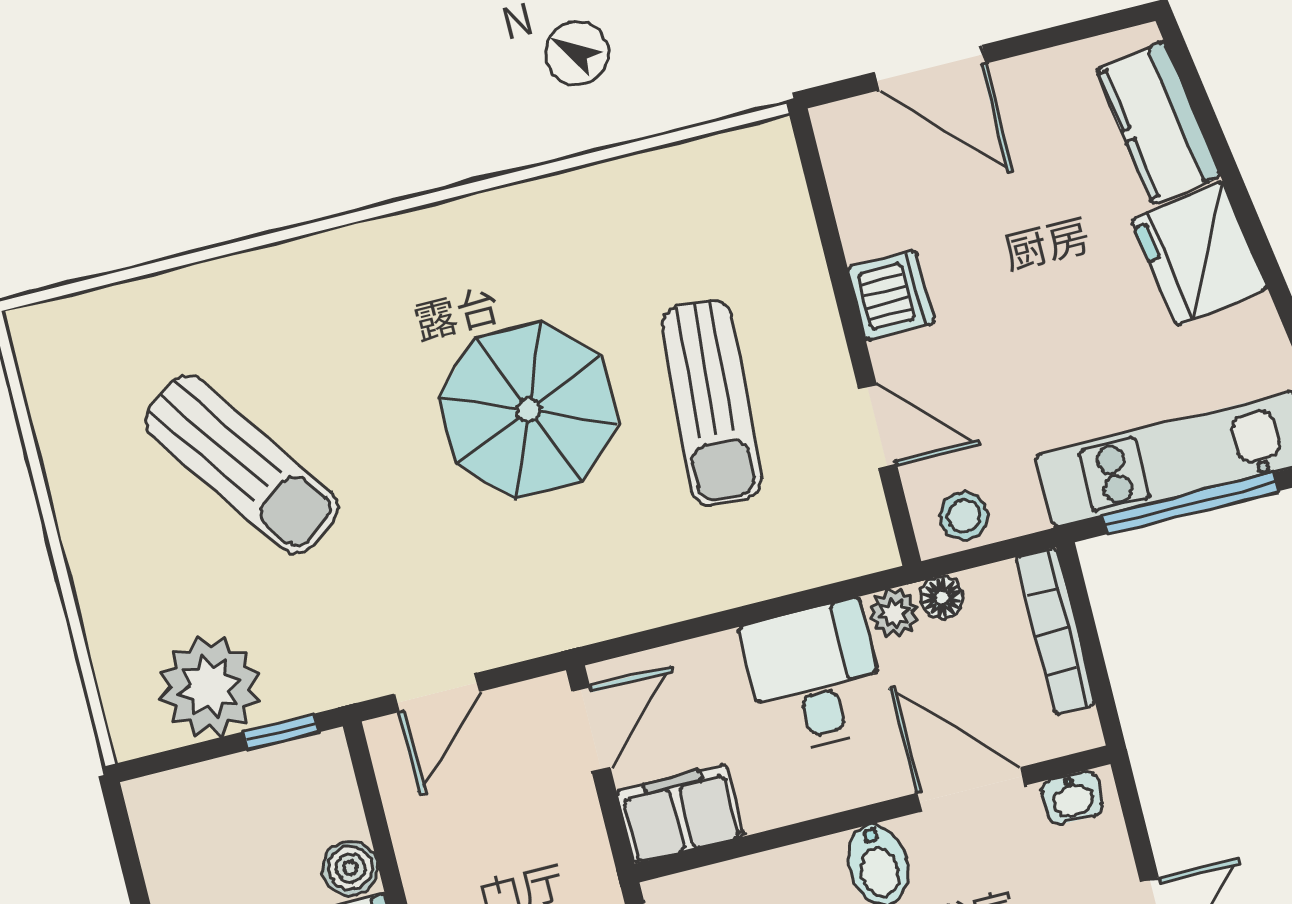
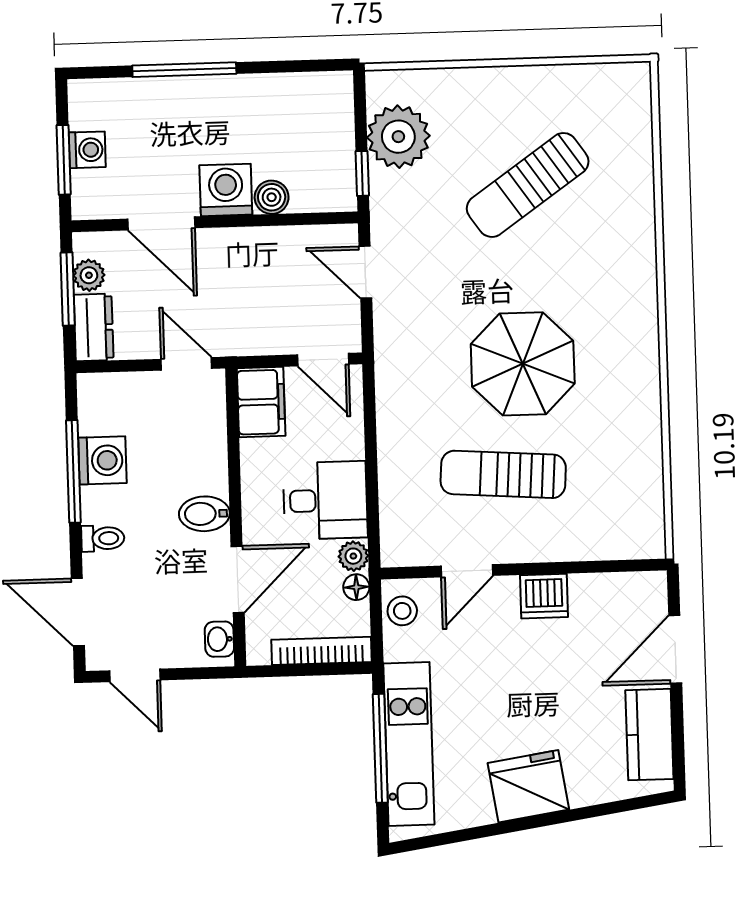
kitchen counter: (1158, 123) -> (649, 735), moved, turned -81

